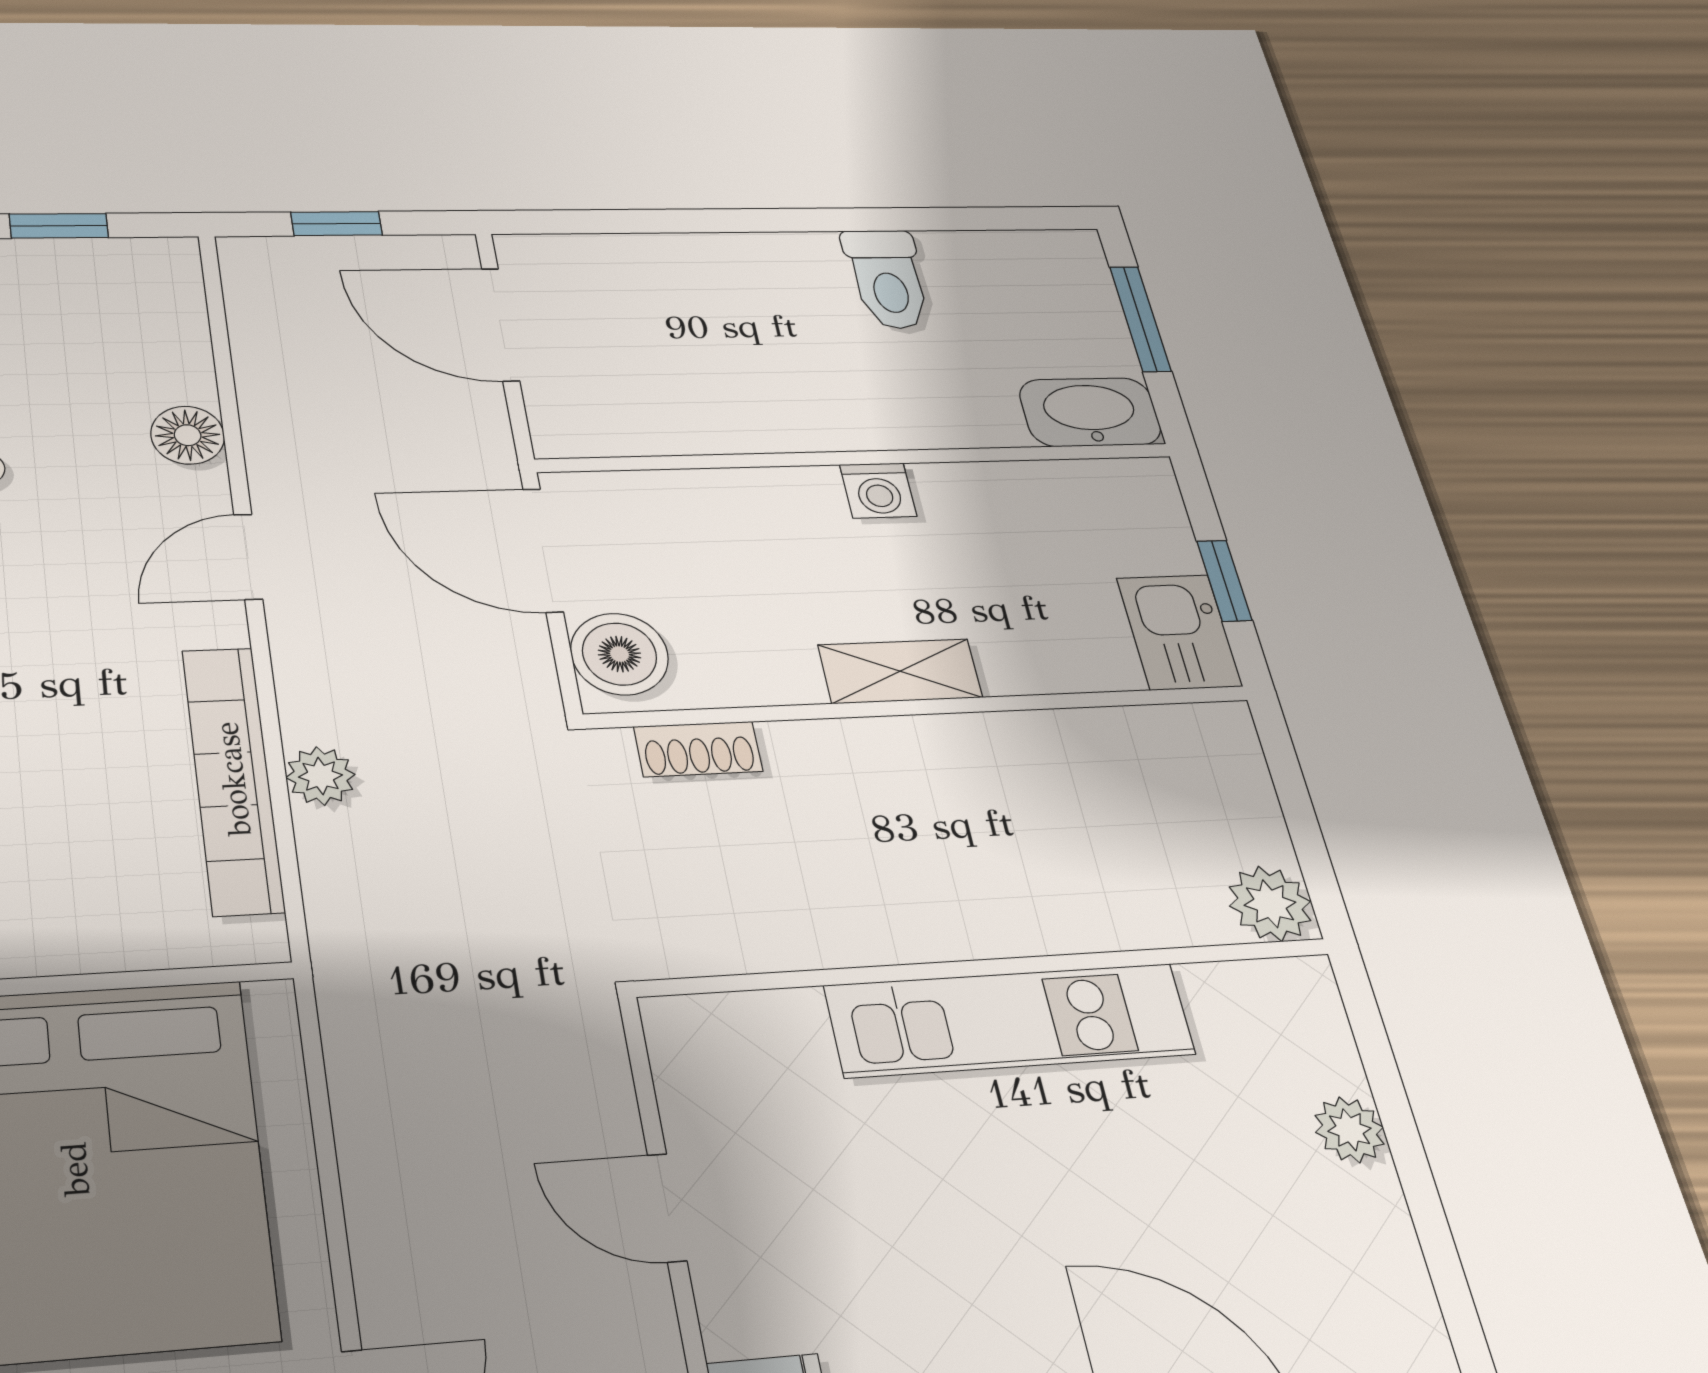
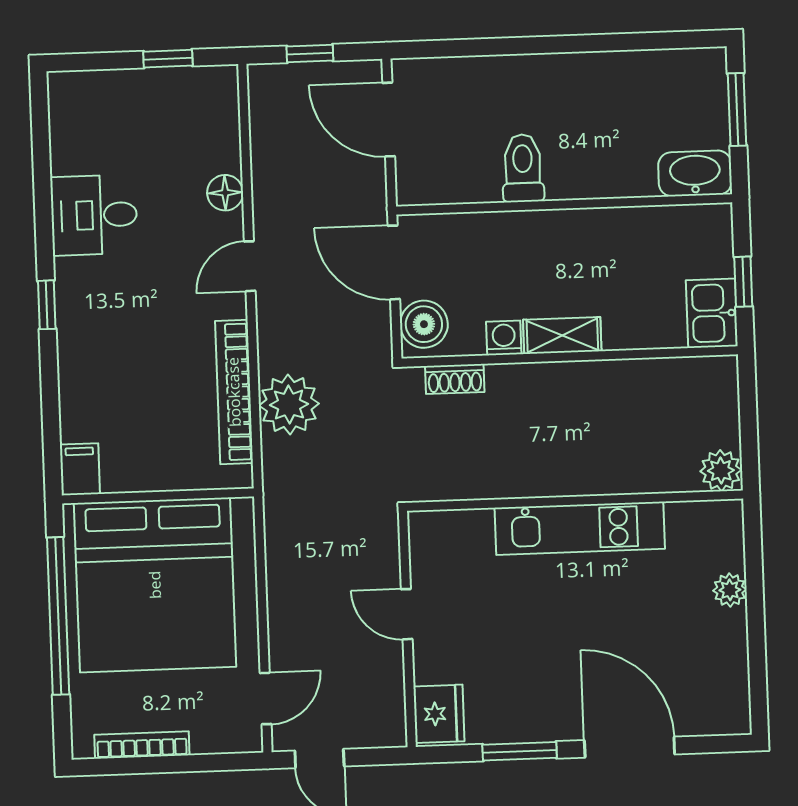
toilet: (887, 279) -> (523, 168), moved, turned 180
washing machine: (878, 490) -> (504, 338), moved, turned 180
plant: (321, 776) -> (289, 405), width x1.88, depth x1.88

